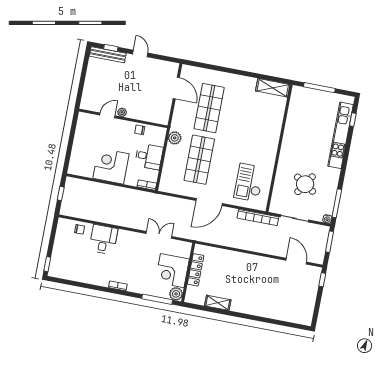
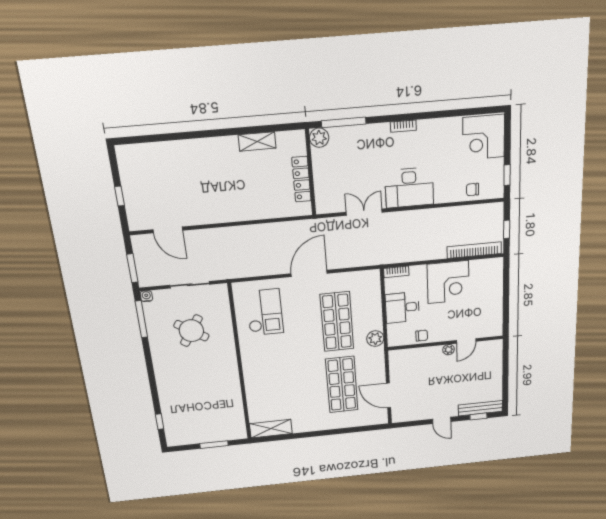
window: (319, 88) -> (214, 445), width x0.69
kitchen unit: (341, 135) -> (168, 400), removed
bookcase: (258, 217) -> (474, 250), moved
double door: (159, 235) -> (364, 212), swing flipped
desk: (103, 239) -> (409, 188), moved, width x1.37
window: (47, 264) -> (507, 175), moved
corner desk: (172, 271) -> (484, 137), moved, turned 180
window: (322, 280) -> (119, 196), moved

